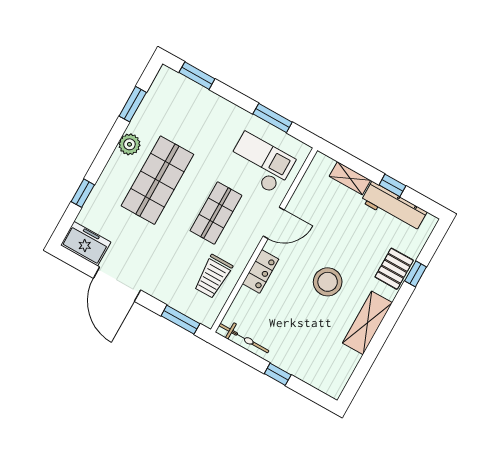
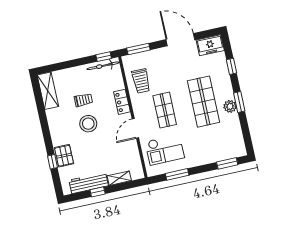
window: (133, 104) -> (239, 102), moved
trolley: (213, 276) -> (141, 81), turned 180
trolley: (307, 317) -> (83, 100), added
shelving: (367, 323) -> (48, 91), moved
window: (278, 374) -> (104, 57), moved

